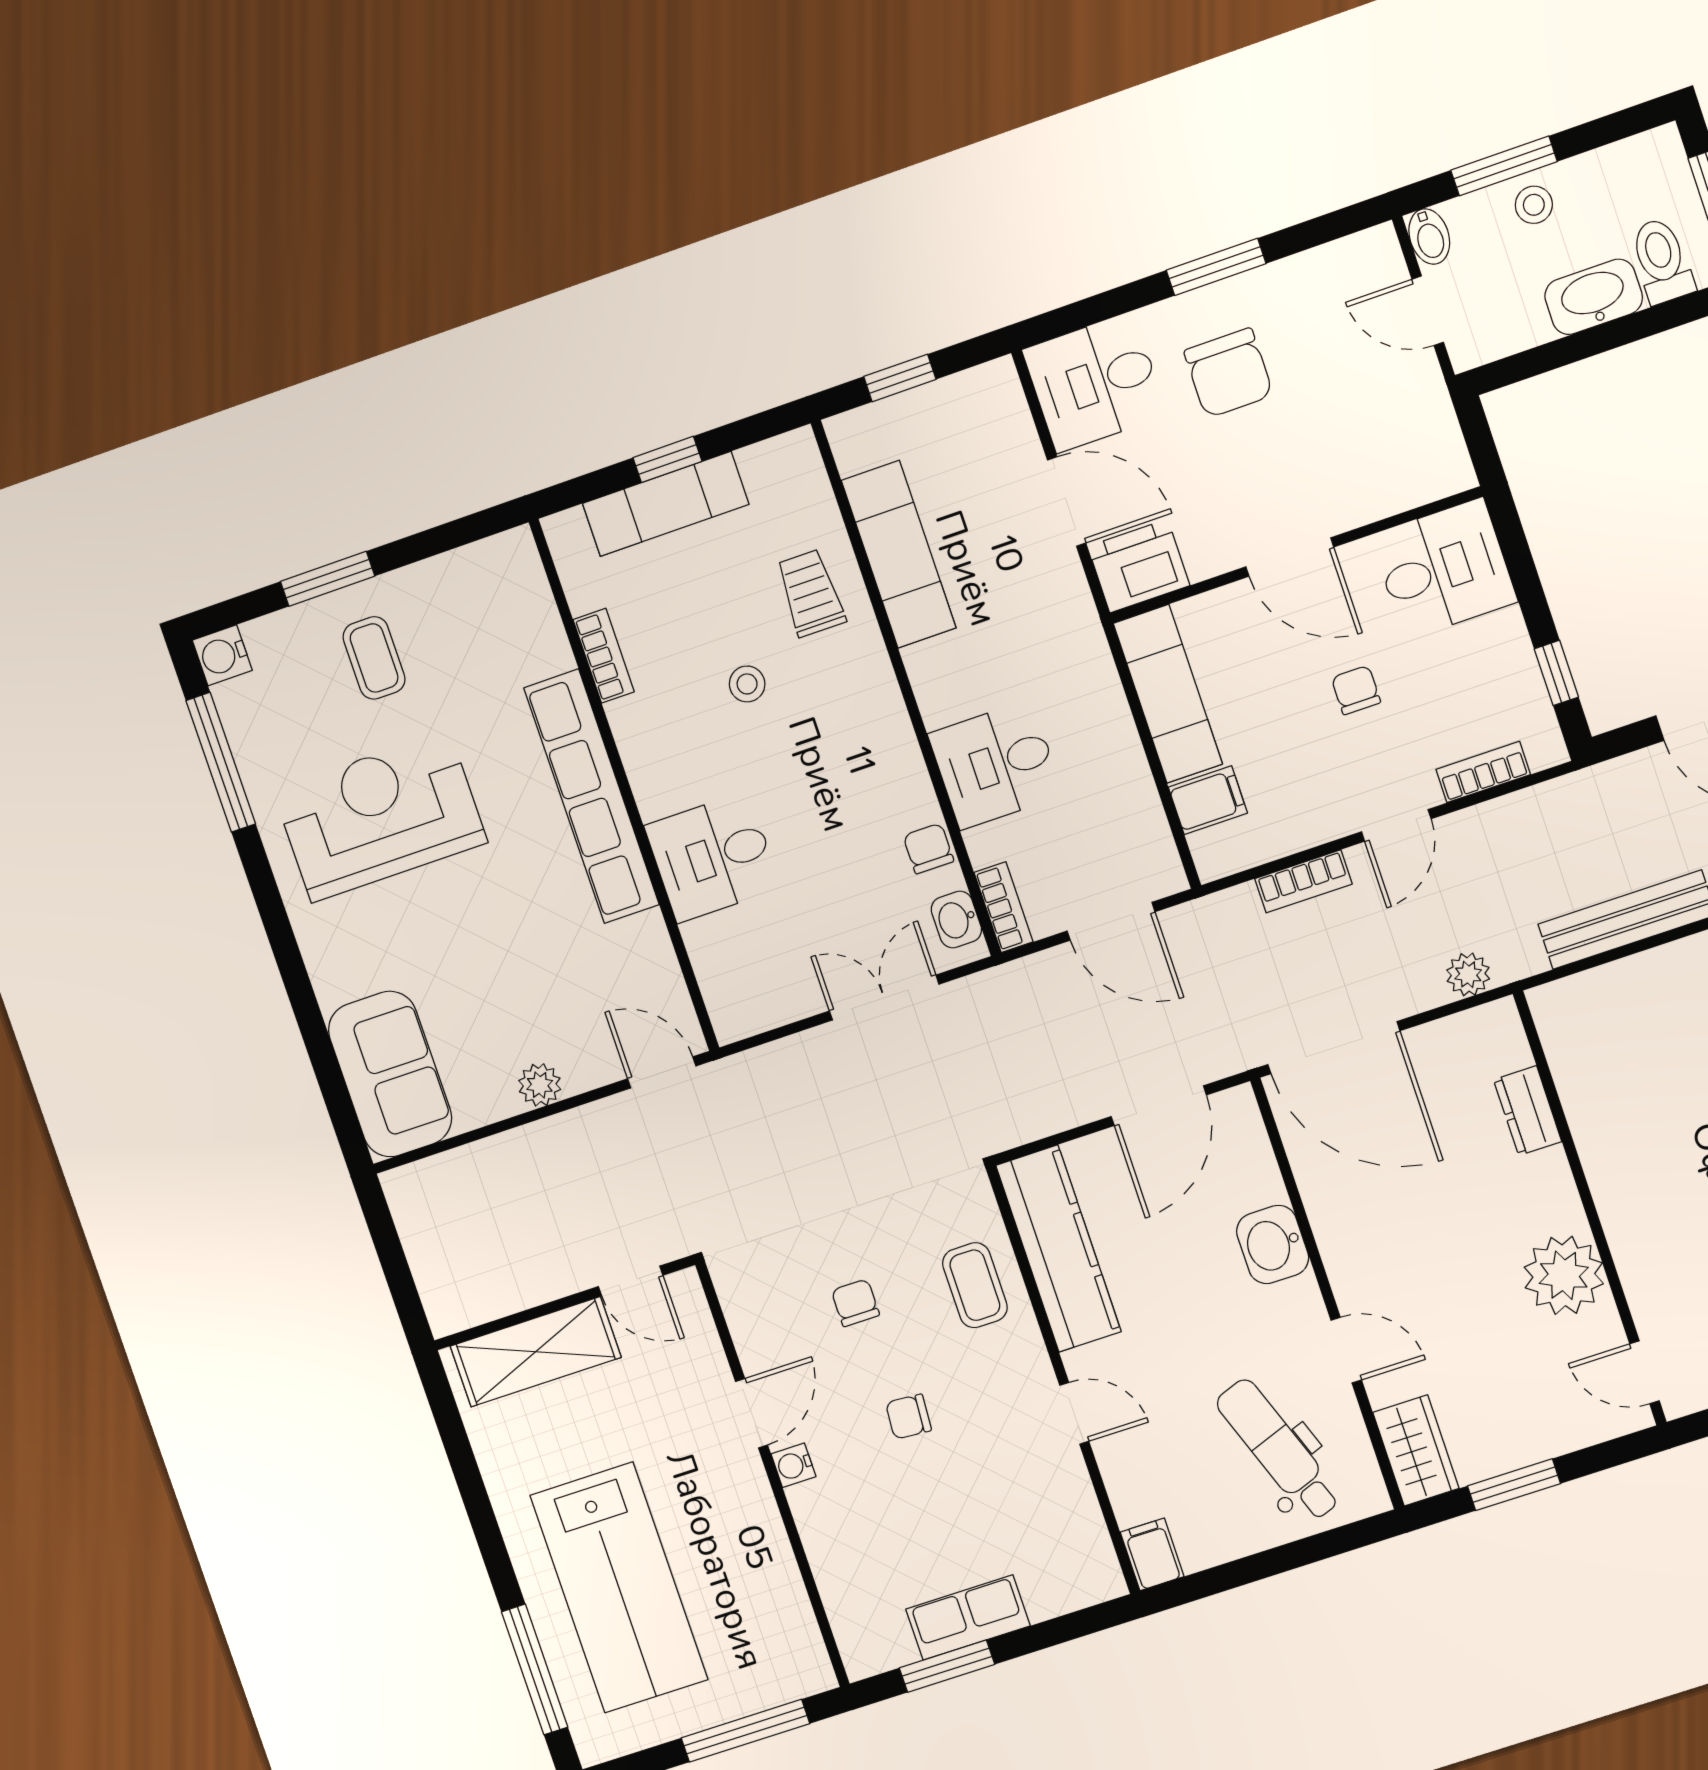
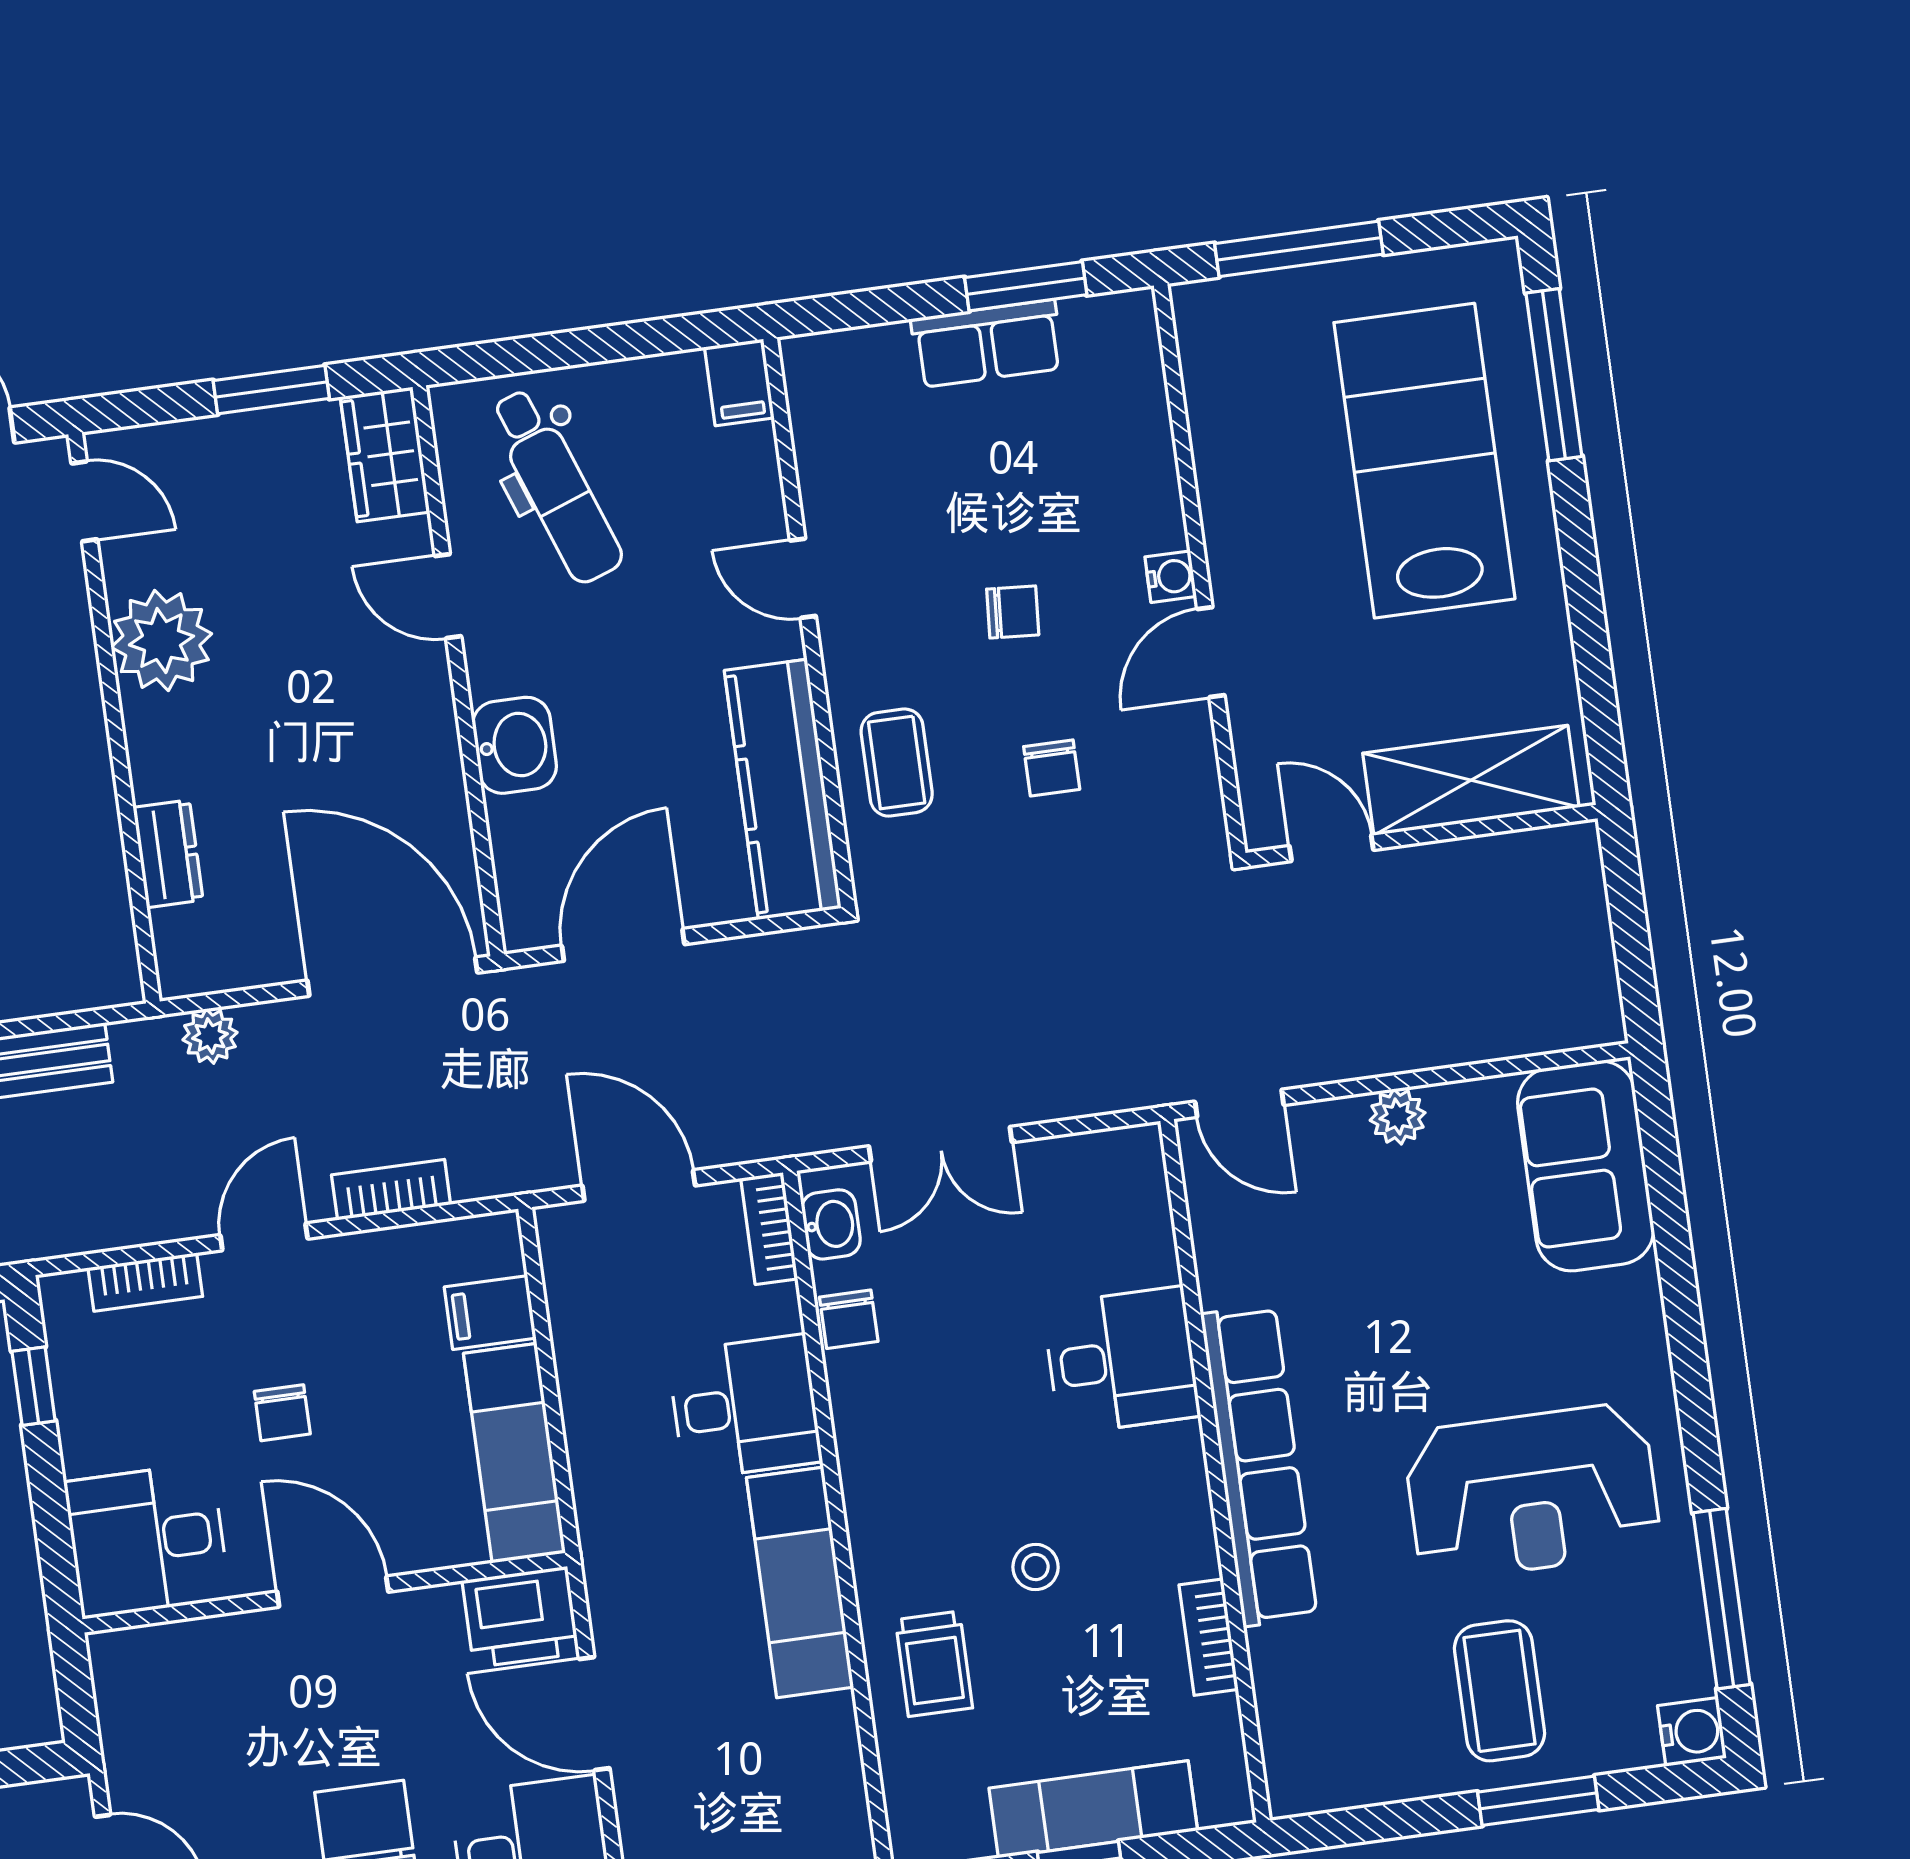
exam couch: (899, 554) -> (800, 1582), moved
coffee table: (374, 658) -> (1499, 1691), width x1.36, depth x1.30

